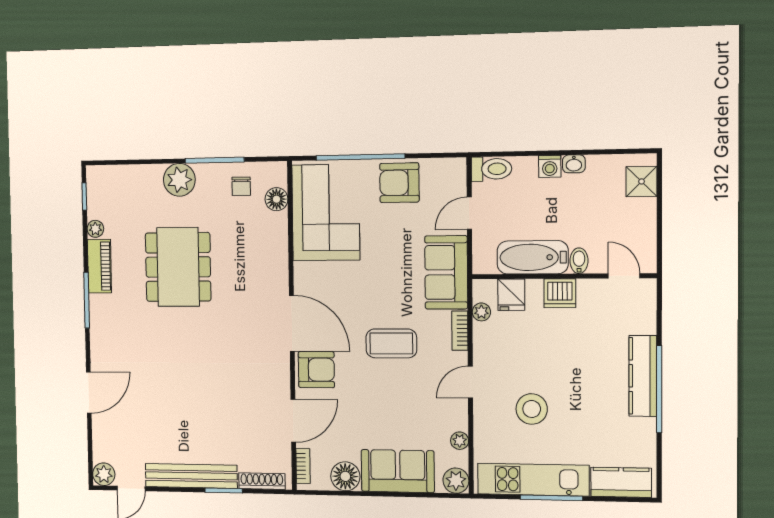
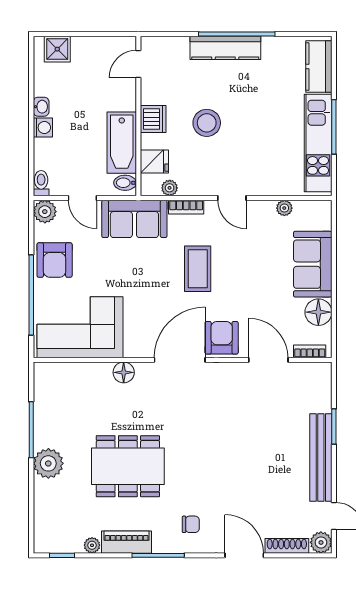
toilet: (491, 169) -> (41, 183), width x0.73, depth x0.72
chair: (241, 186) -> (191, 524), moved
floor lamp: (276, 199) -> (124, 372), moved
bidet: (579, 261) -> (125, 183), moved
stool: (532, 409) -> (207, 123), moved
shoe rack: (262, 481) -> (287, 546), moved, turned 90
plant: (456, 481) -> (45, 212), moved

